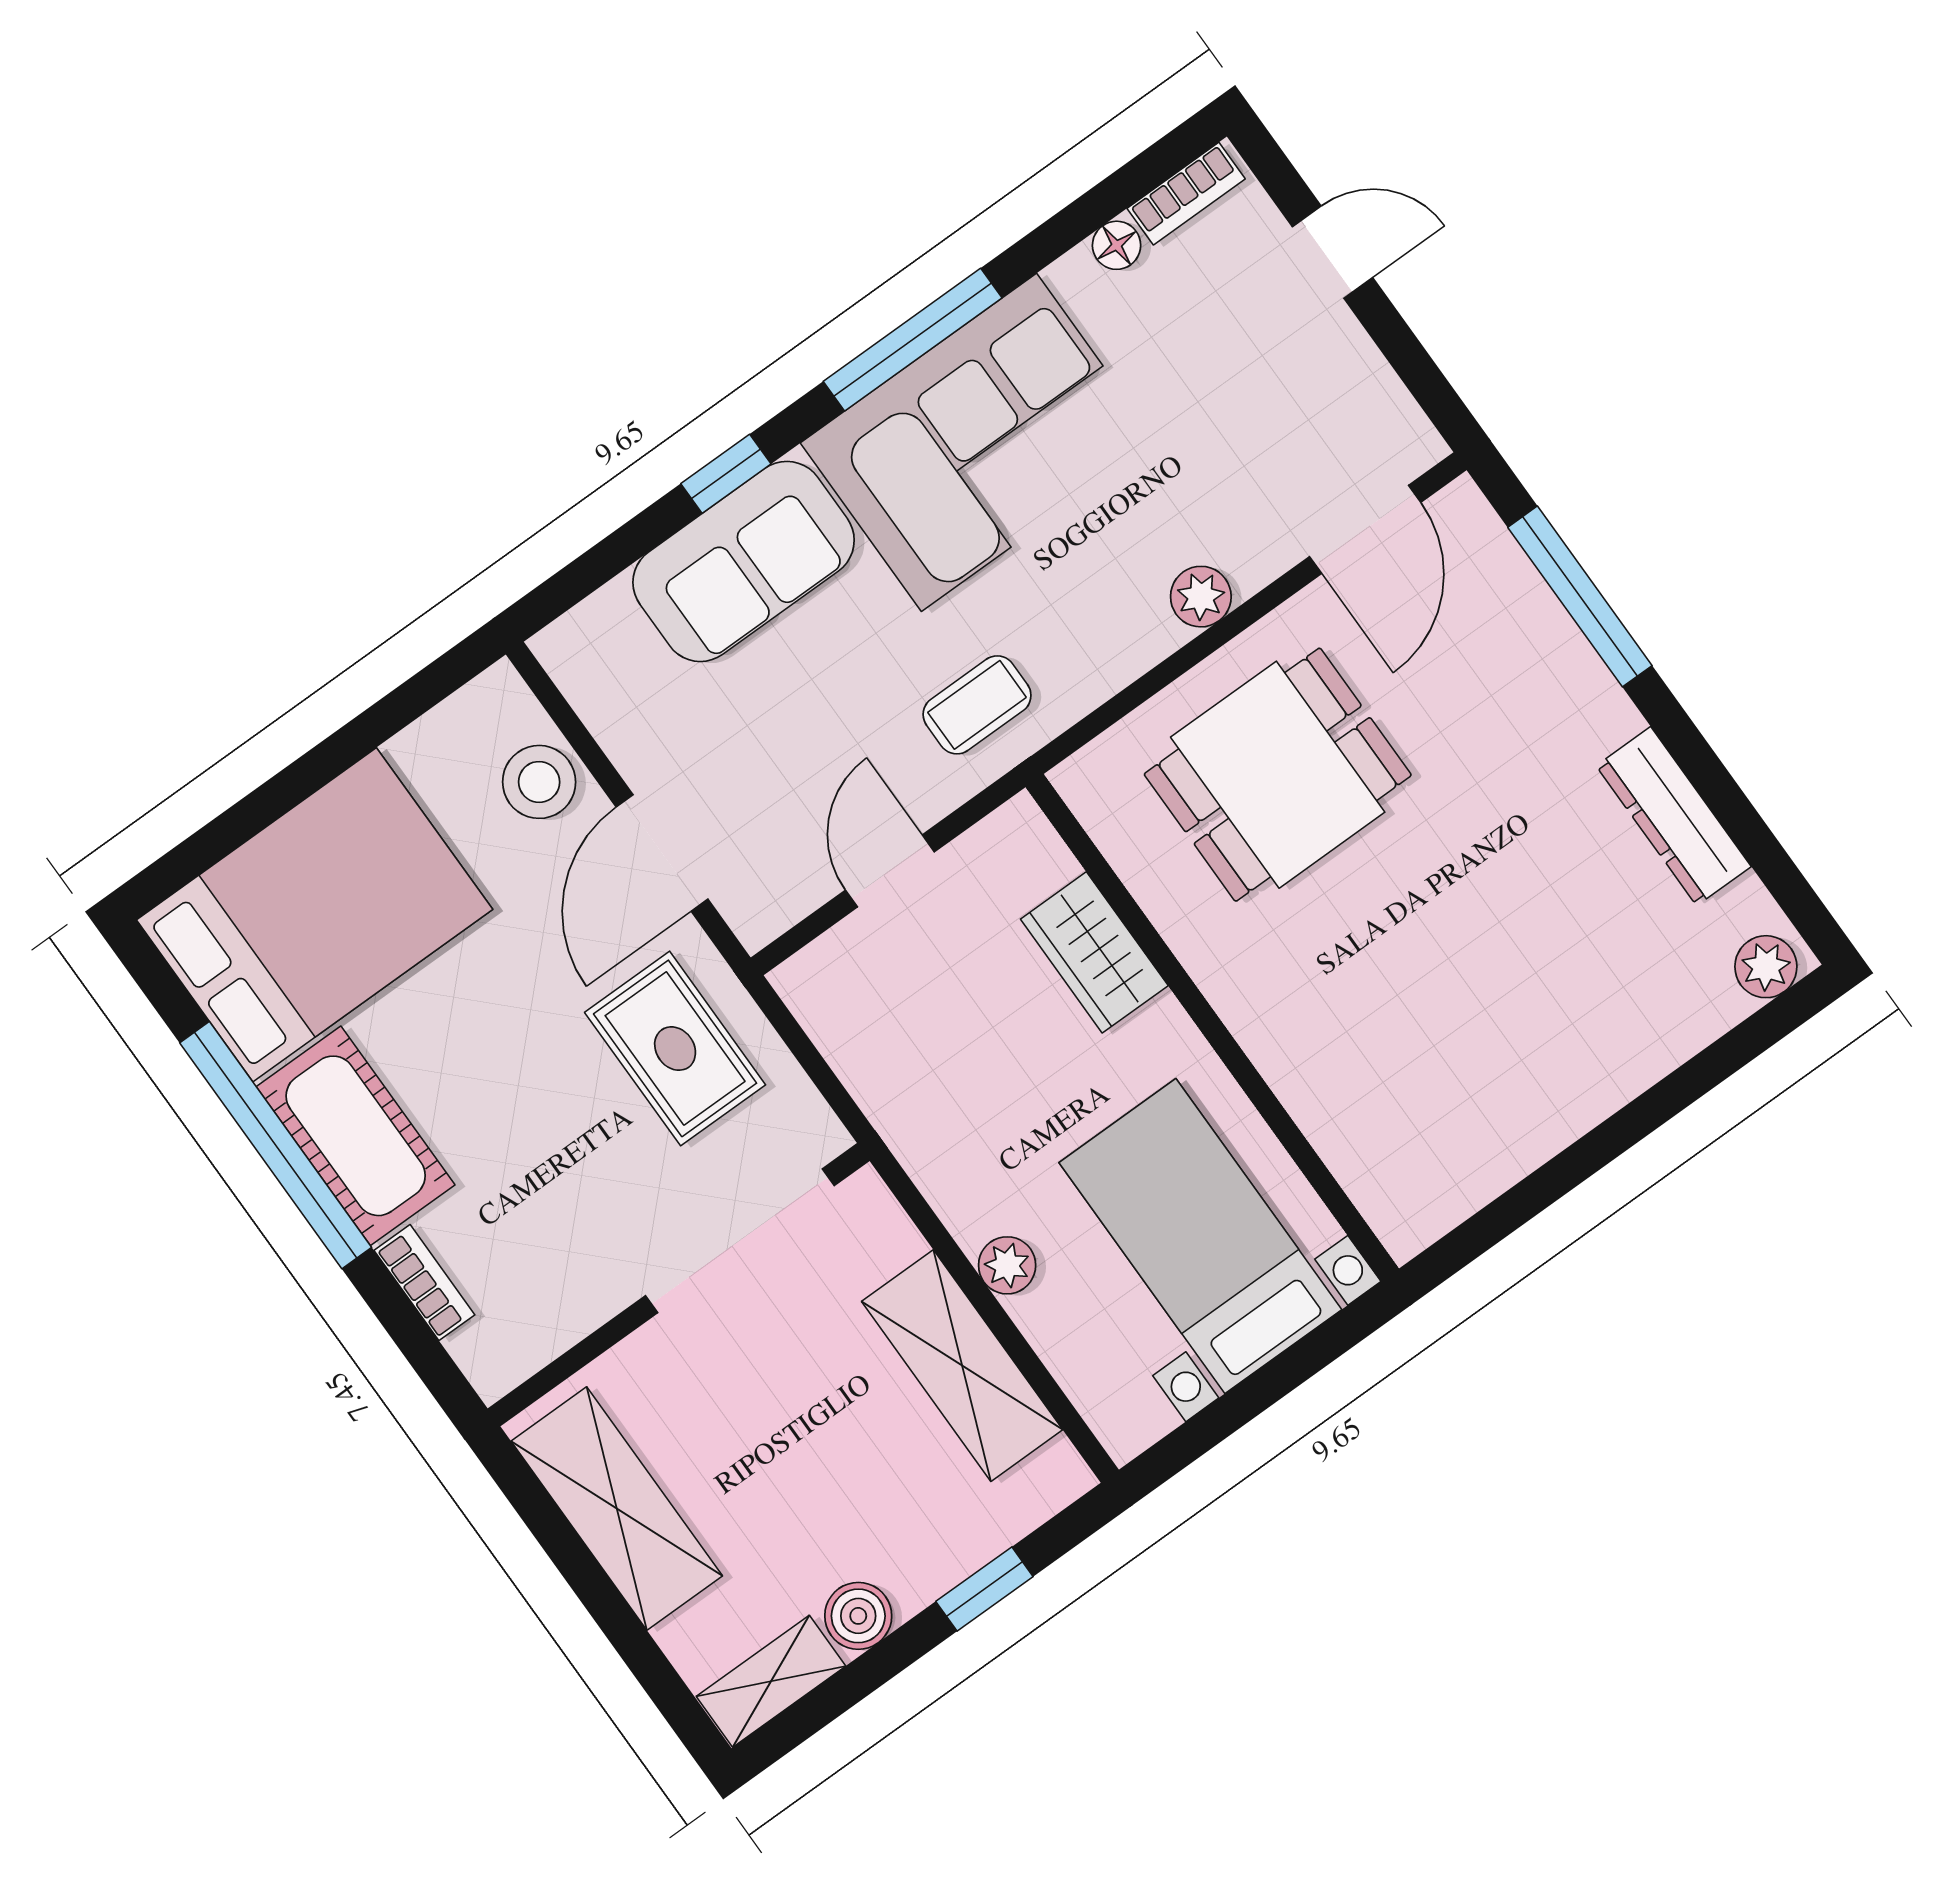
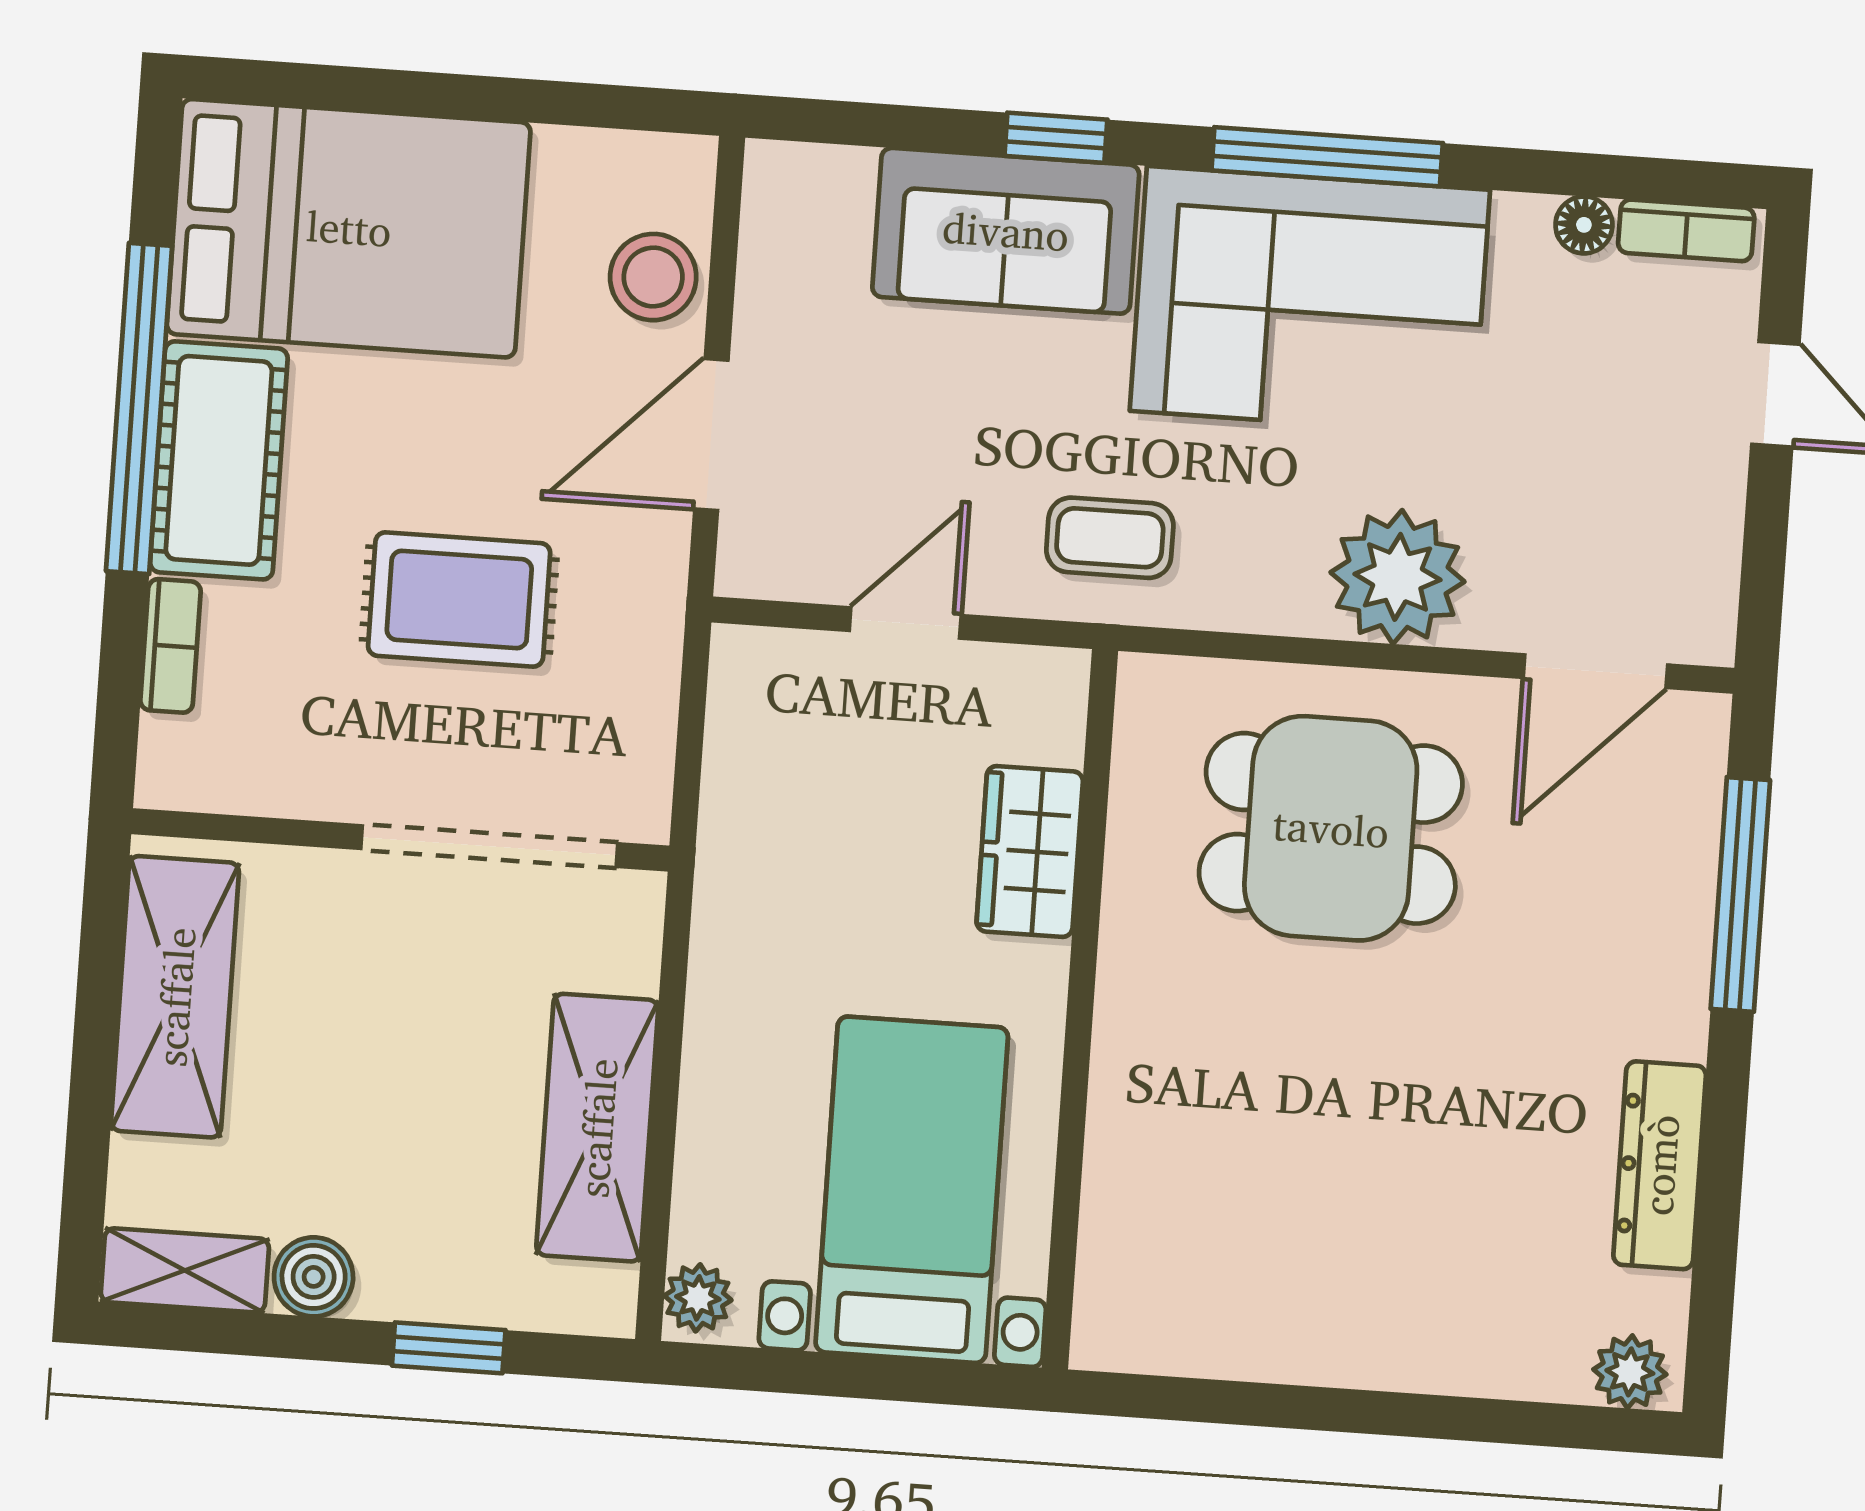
plant: (1201, 597) -> (1398, 577), width x1.87, depth x1.87
rug: (675, 1049) -> (459, 599), moved, turned 90
plant: (1007, 1265) -> (698, 1298), moved

